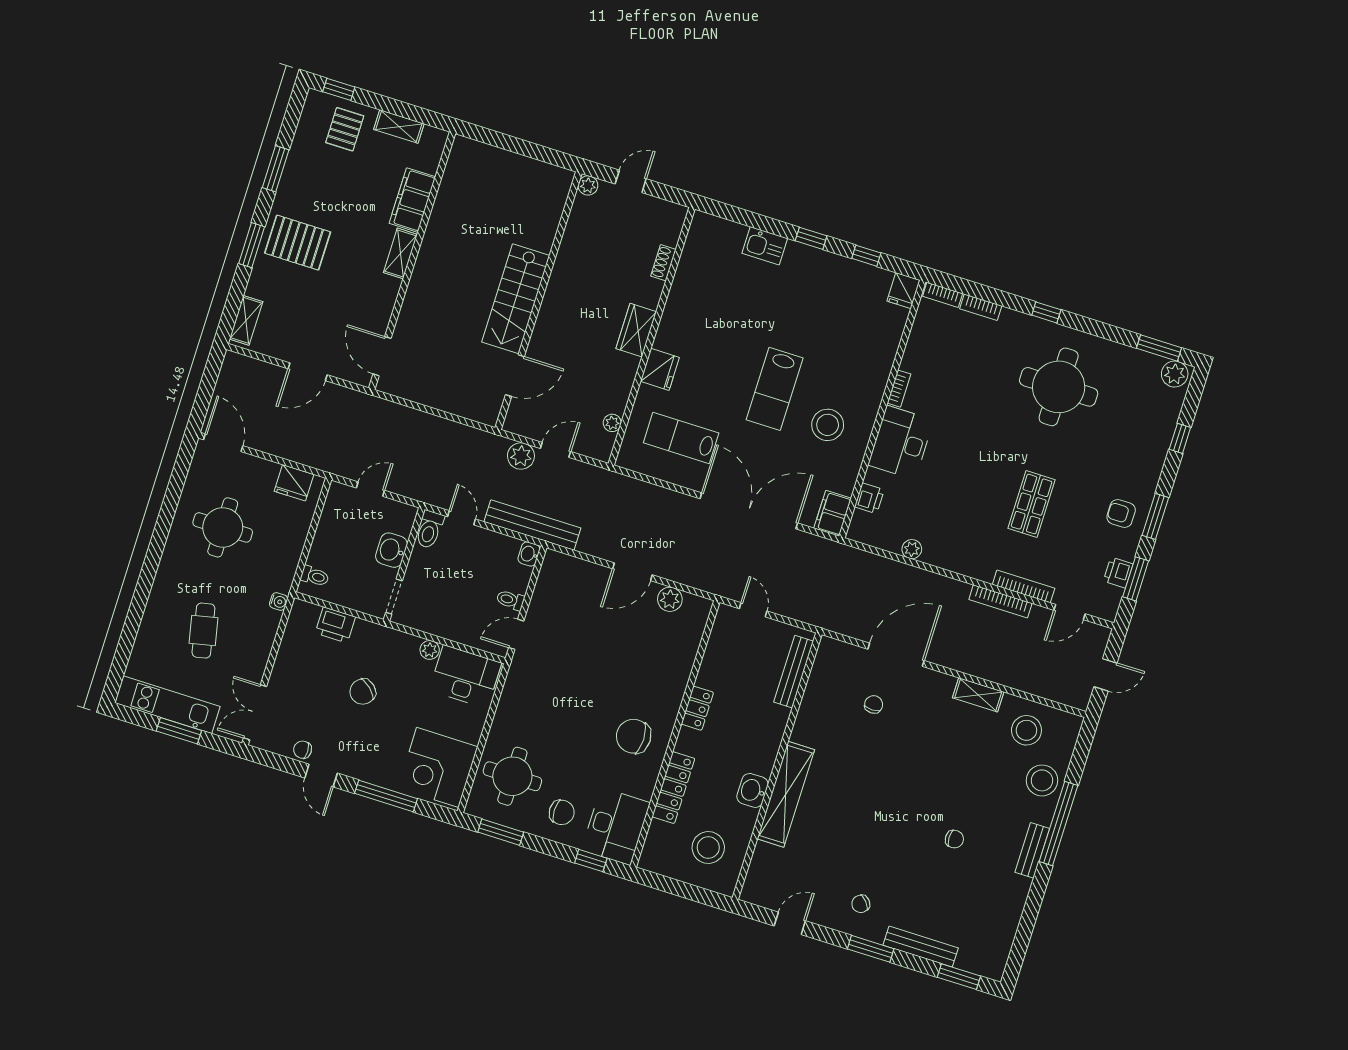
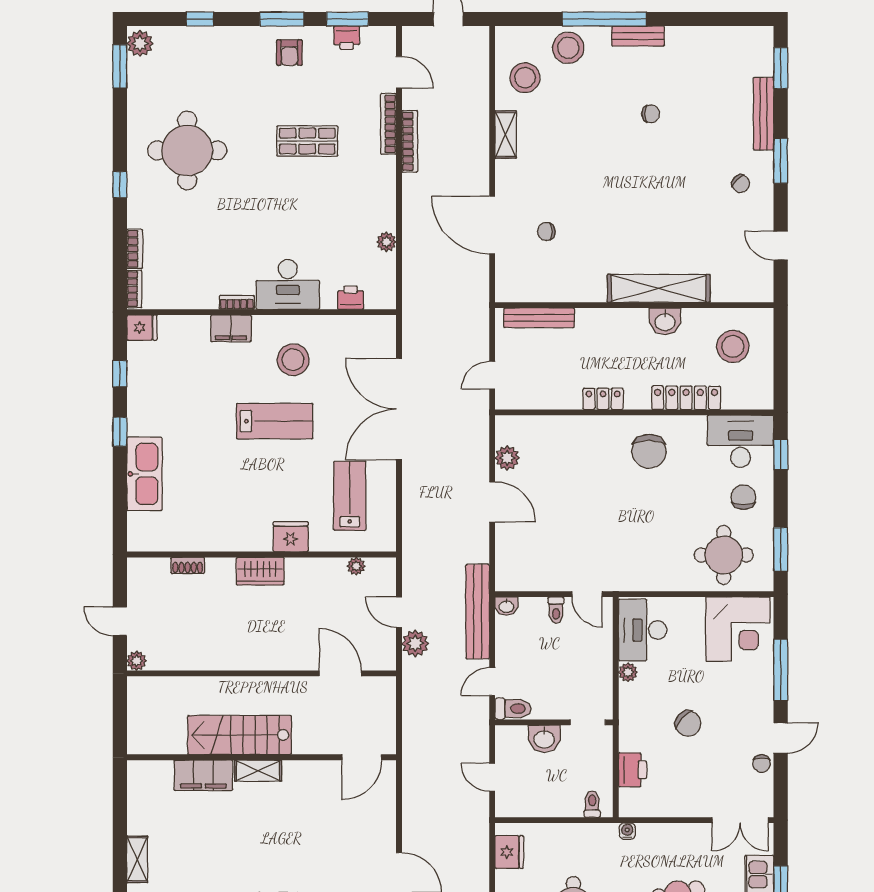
filing cabinet: (412, 200) -> (203, 775), moved
kitchen sink: (765, 246) -> (144, 474), width x1.88, depth x1.24
shelving: (400, 253) -> (258, 771), moved
wall: (412, 261) -> (261, 757), moved
stairs: (516, 299) -> (240, 735), moved, turned 180
door: (382, 356) -> (362, 757), moved
lab bench: (681, 438) -> (350, 496), turned 180
filing cabinet: (833, 513) -> (231, 328), moved
chair: (954, 839) -> (651, 114), turned 90

